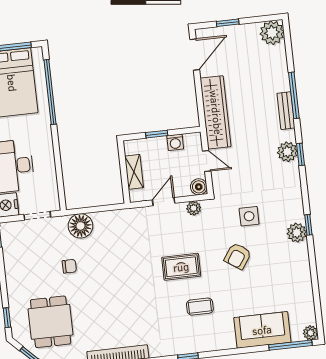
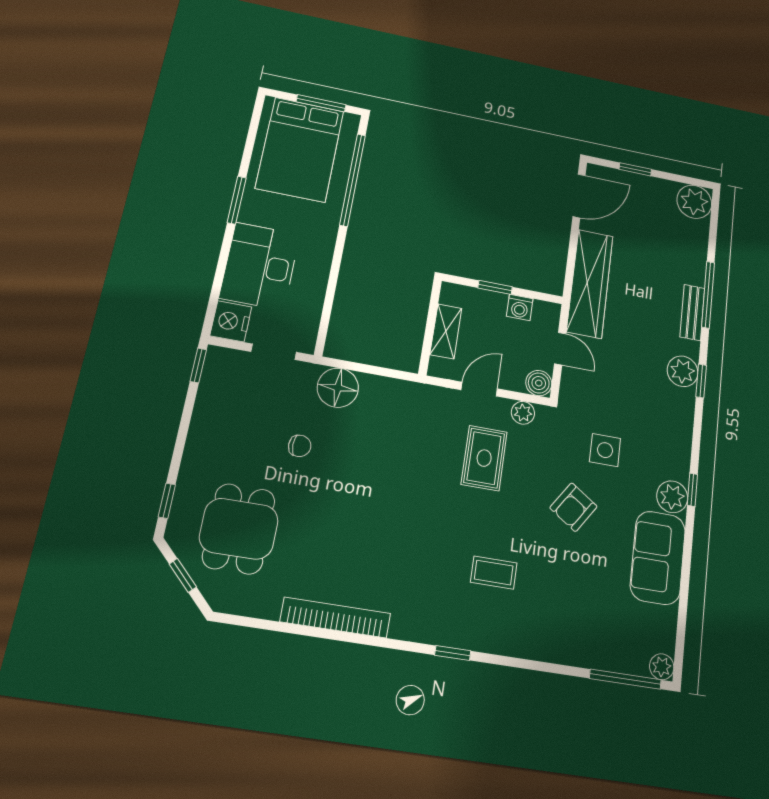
rug: (181, 267) -> (484, 458), moved, turned 90
sofa: (262, 330) -> (658, 558), moved, turned -90

